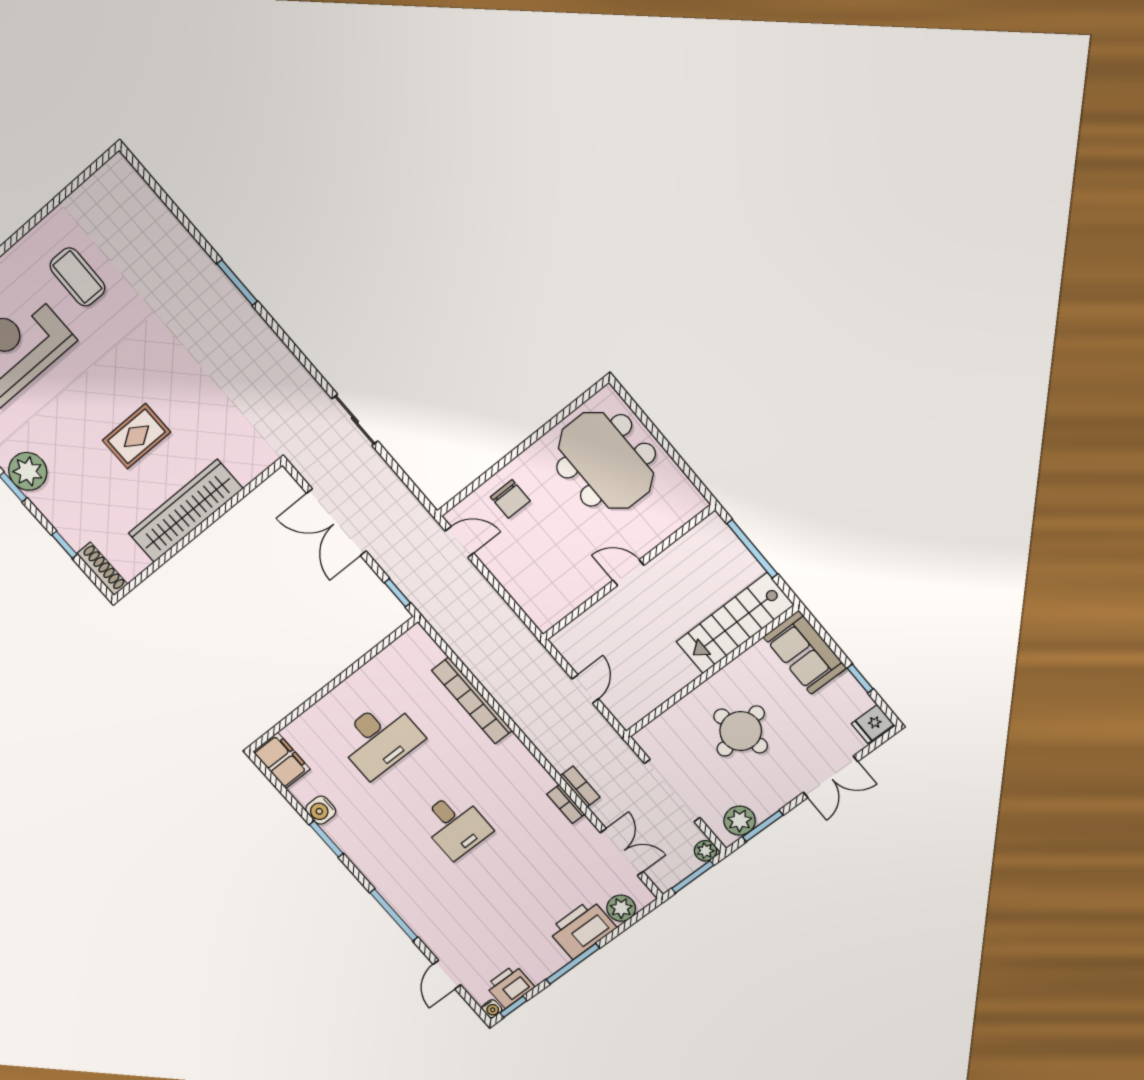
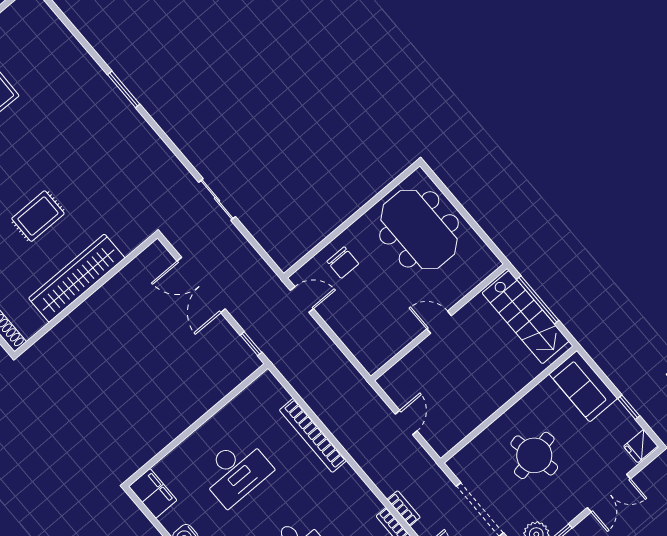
stairs: (735, 623) -> (526, 317), moved, turned -90

